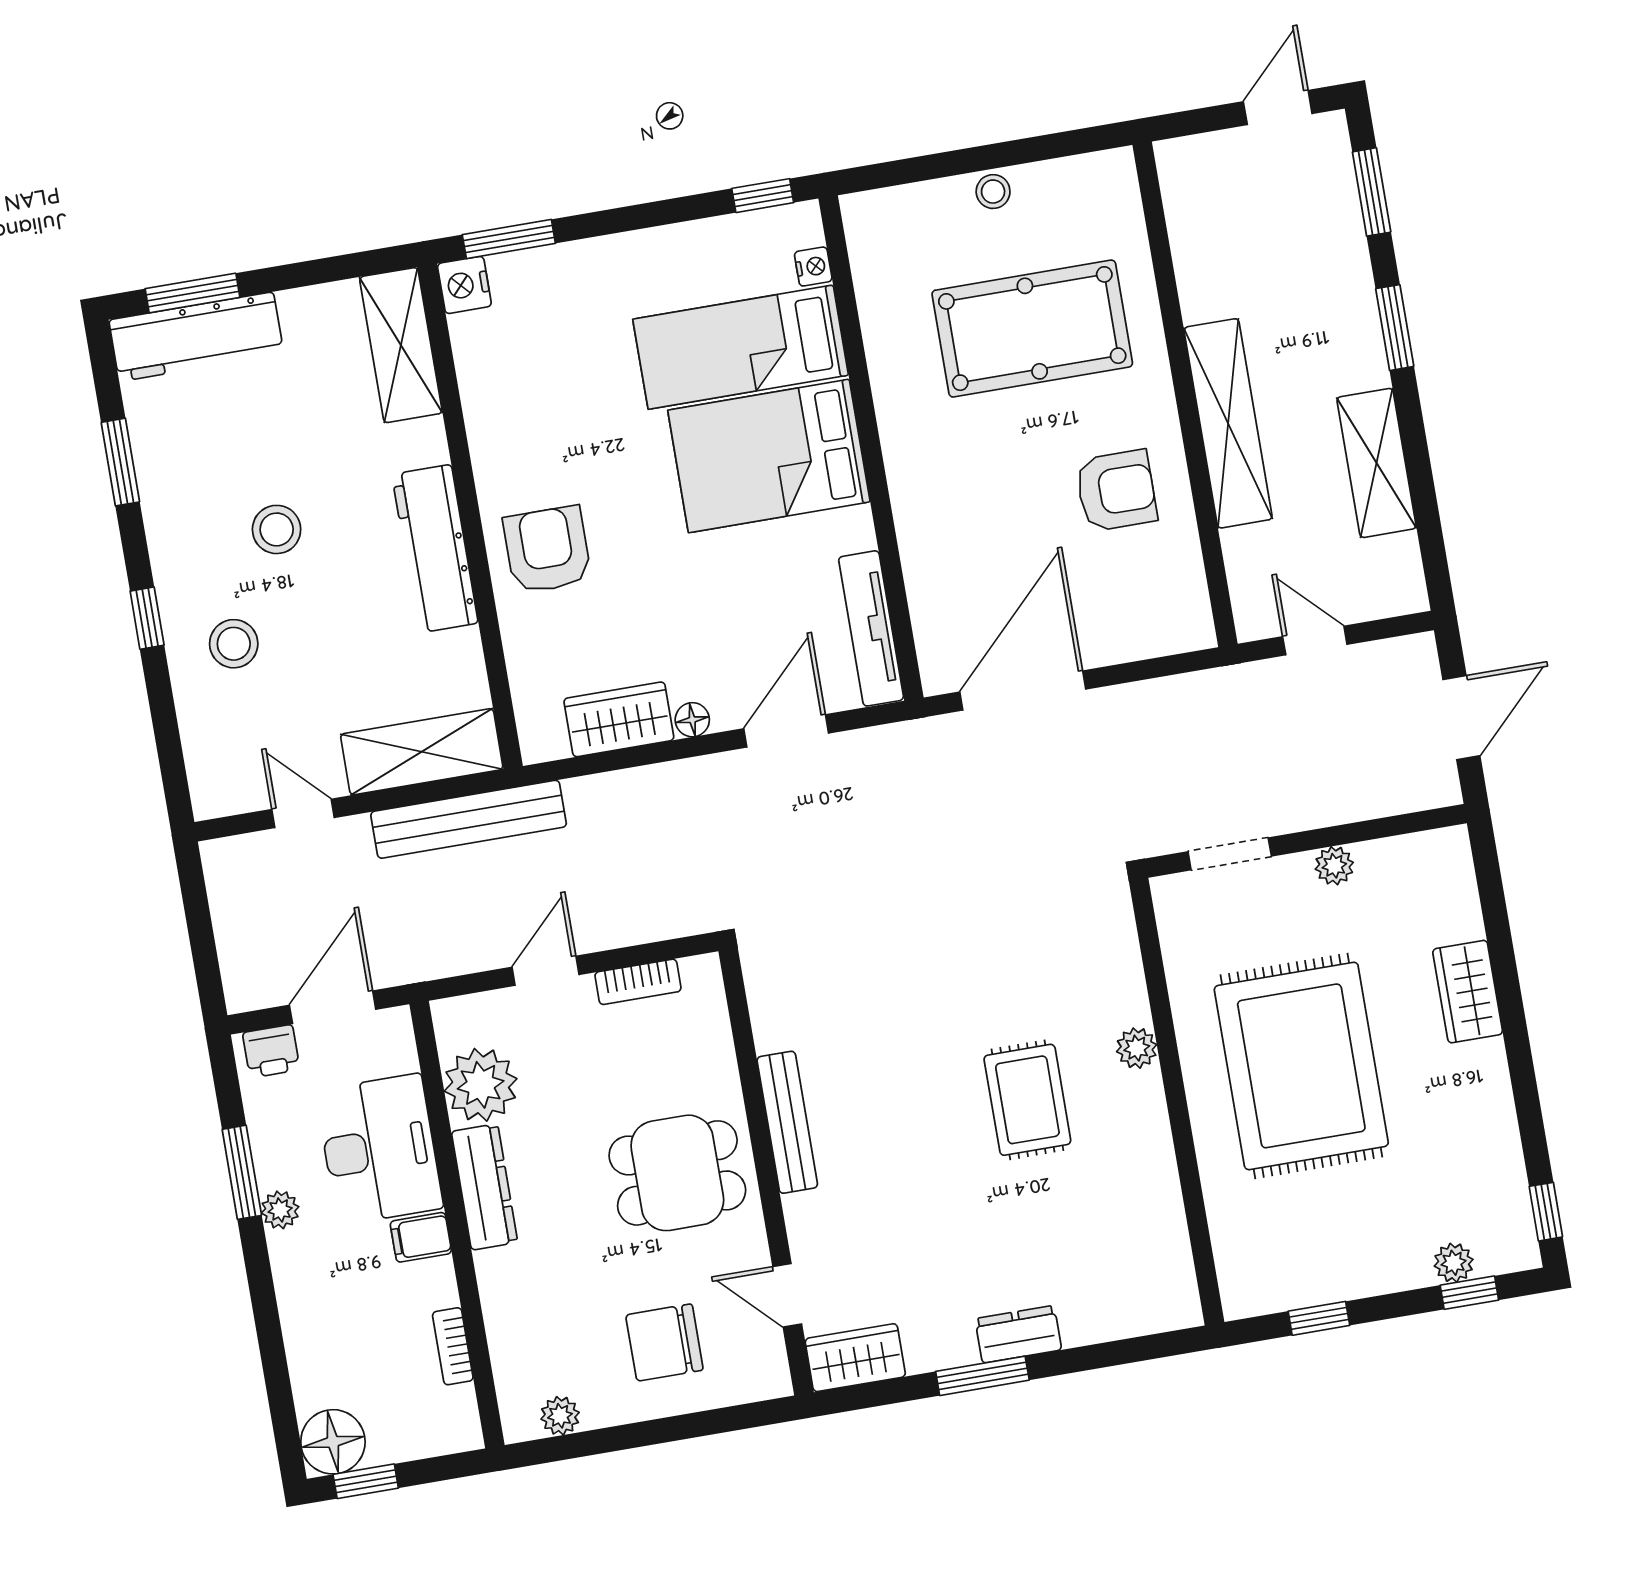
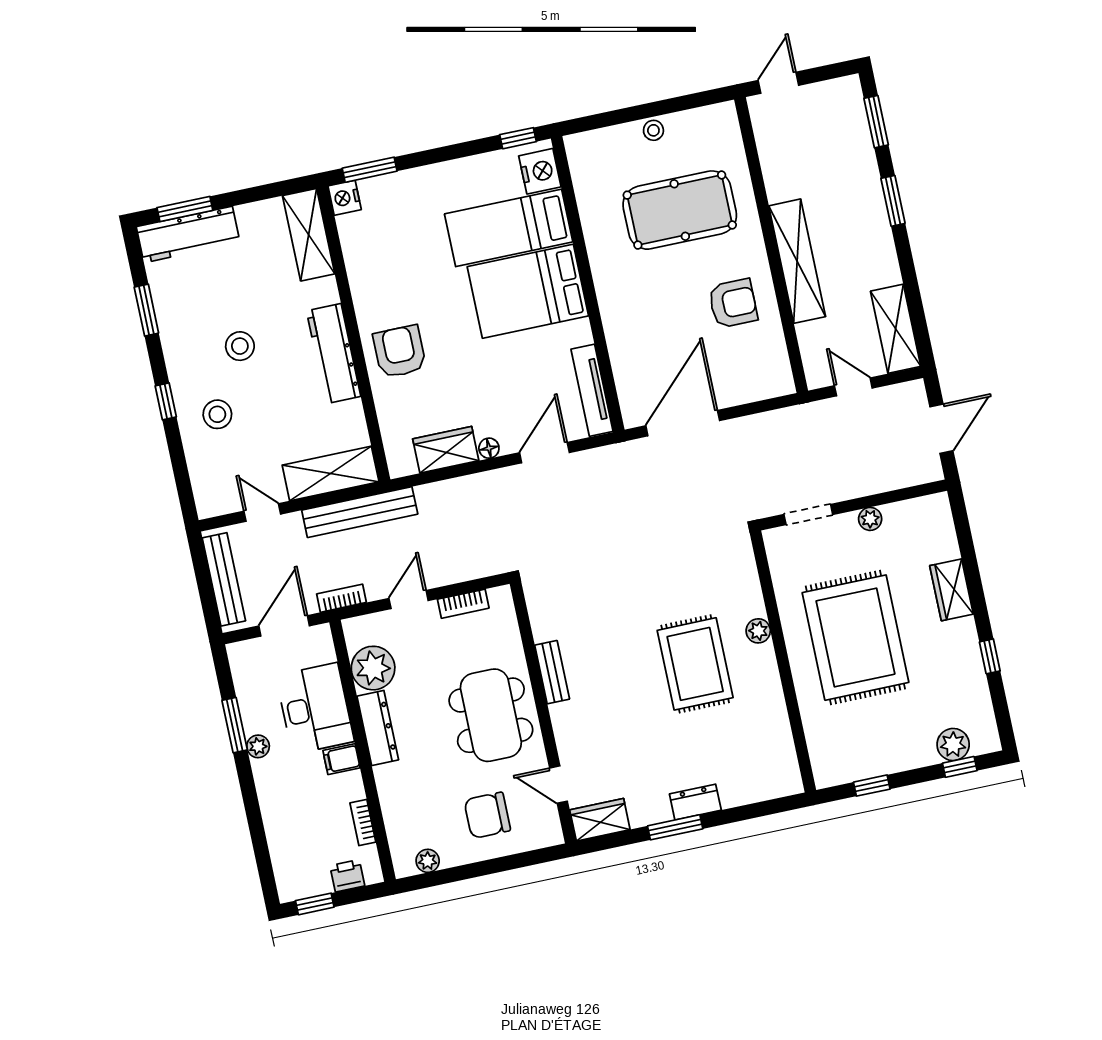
door: (1278, 108) -> (778, 83), moved
nightstand: (813, 267) -> (540, 171), width x1.89, depth x1.79
shelving: (1377, 463) -> (896, 329), moved
bench: (234, 924) -> (224, 579), added
bookcase: (432, 964) -> (342, 598), added
printer: (271, 1051) -> (347, 876), moved, turned 180
rug: (1027, 1100) -> (695, 664), width x1.36, depth x1.43
bench: (787, 1122) -> (552, 672), width x0.73
dining table: (677, 1173) -> (491, 715), width x1.38
window: (1546, 1212) -> (990, 656), moved
plant: (1454, 1263) -> (953, 745), width x1.38, depth x1.38
floor lamp: (333, 1442) -> (295, 882), removed

